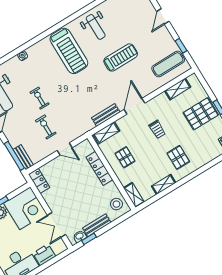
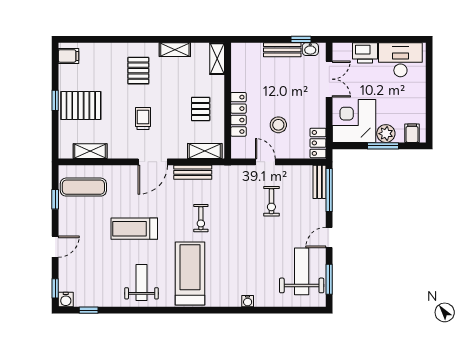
exercise bike: (39, 98) -> (201, 218), moved
stool: (116, 204) -> (278, 125), moved

